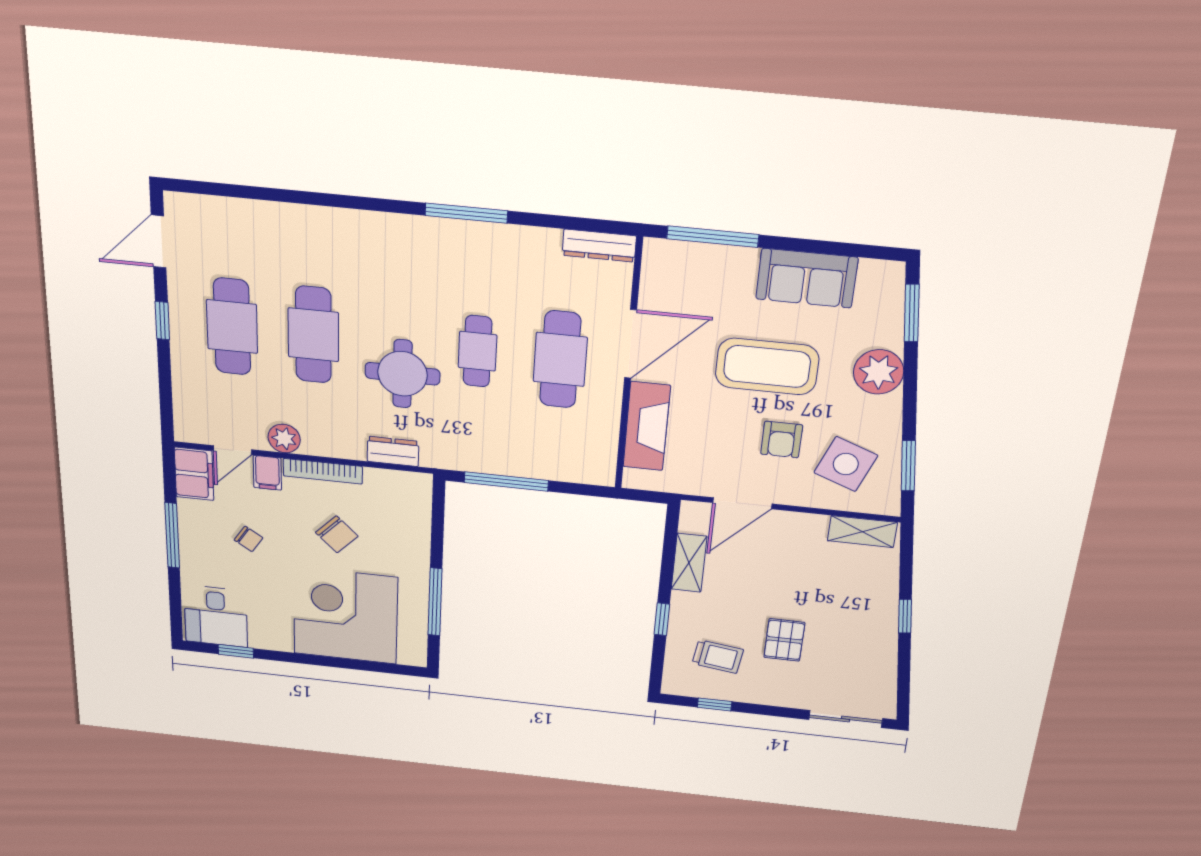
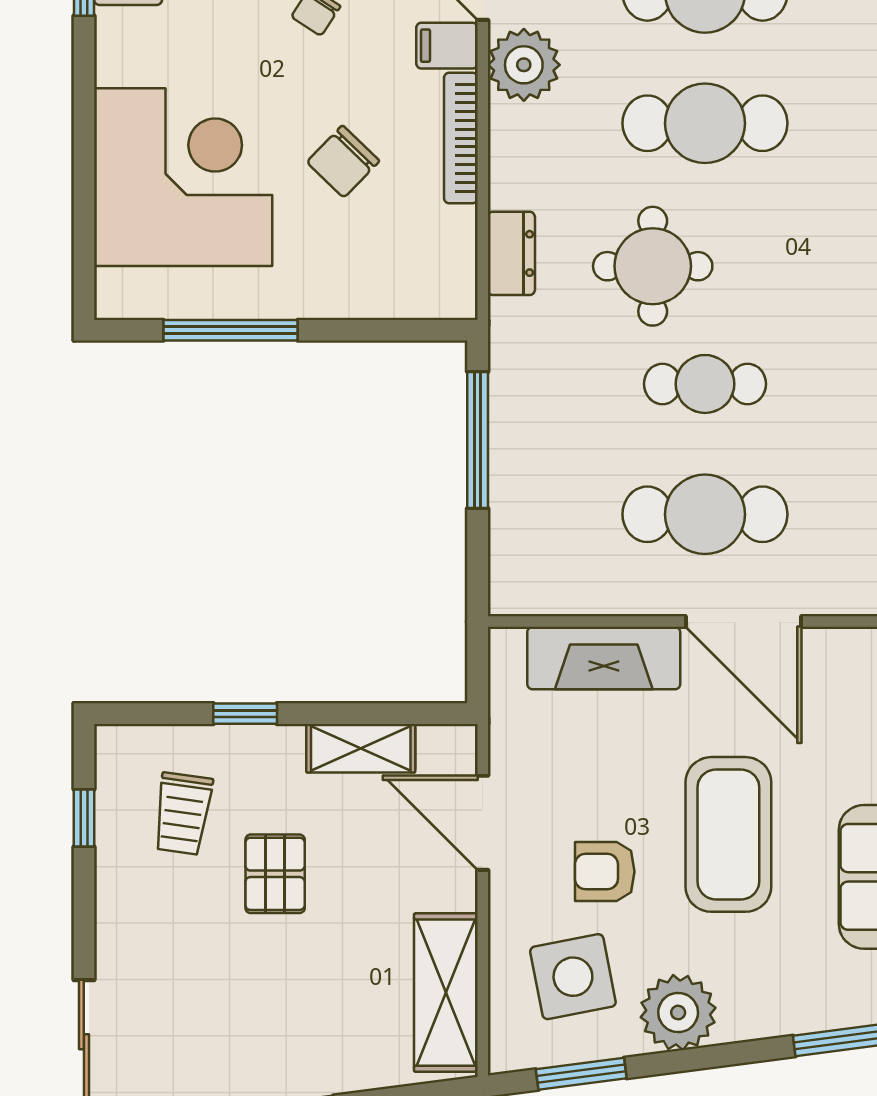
plant: (879, 372) -> (678, 1013), moved
plant: (284, 438) -> (524, 65), width x1.36, depth x1.36
side table: (846, 464) -> (573, 977), turned -32
shelving: (862, 532) -> (446, 993), width x1.50, depth x1.33
pallet: (784, 640) -> (275, 874), moved, turned 90

